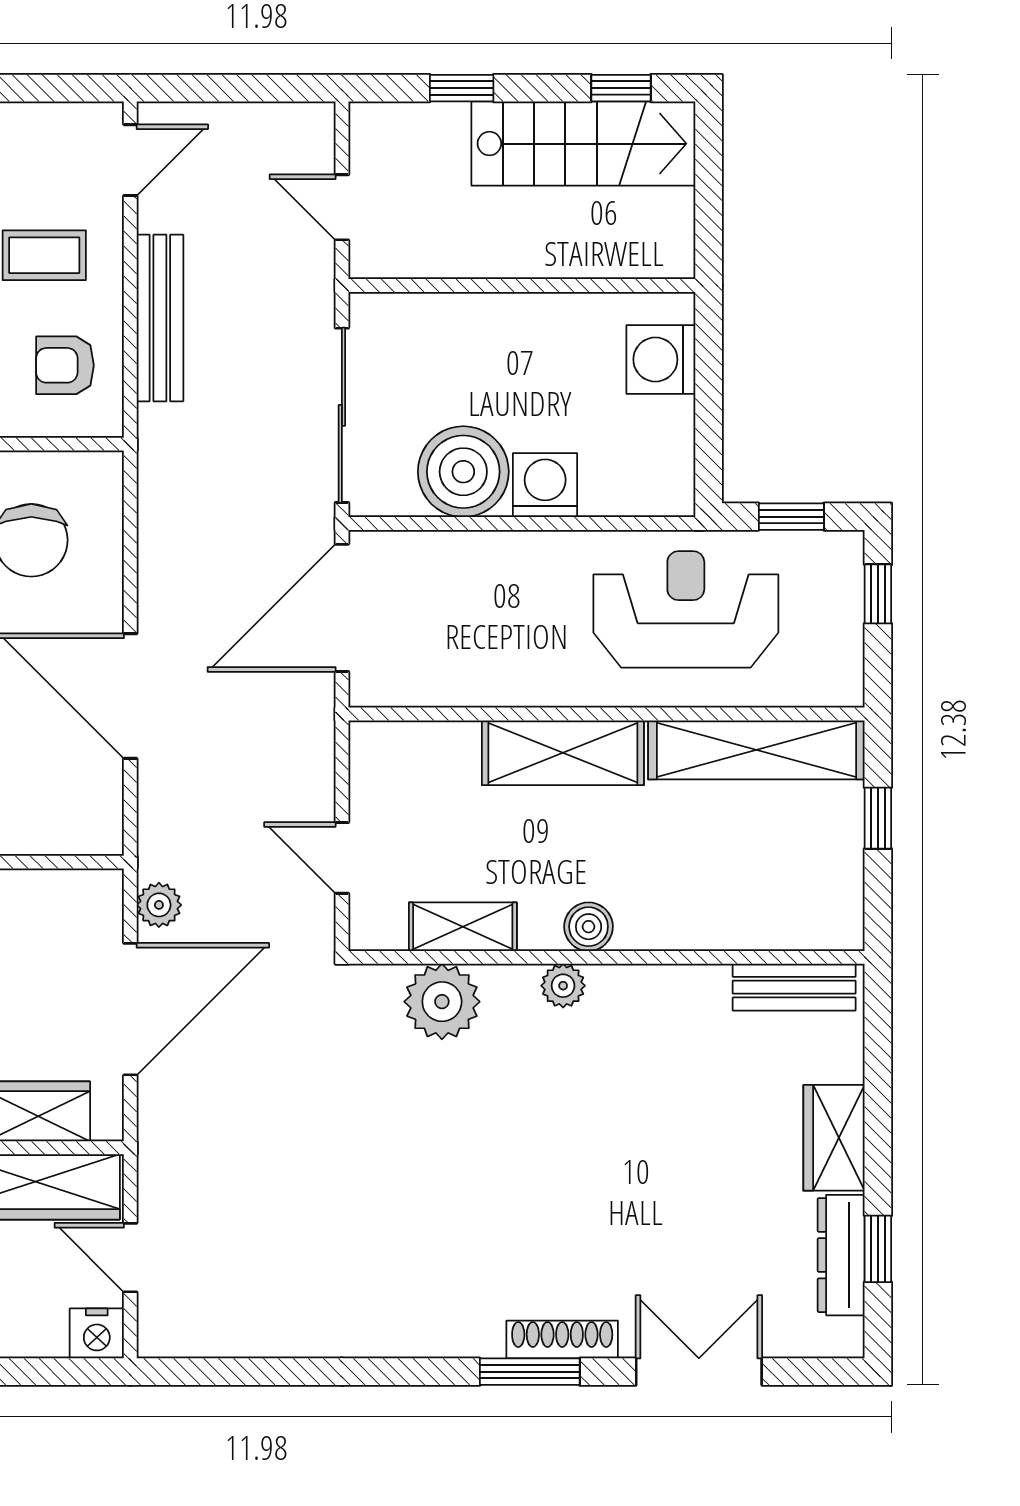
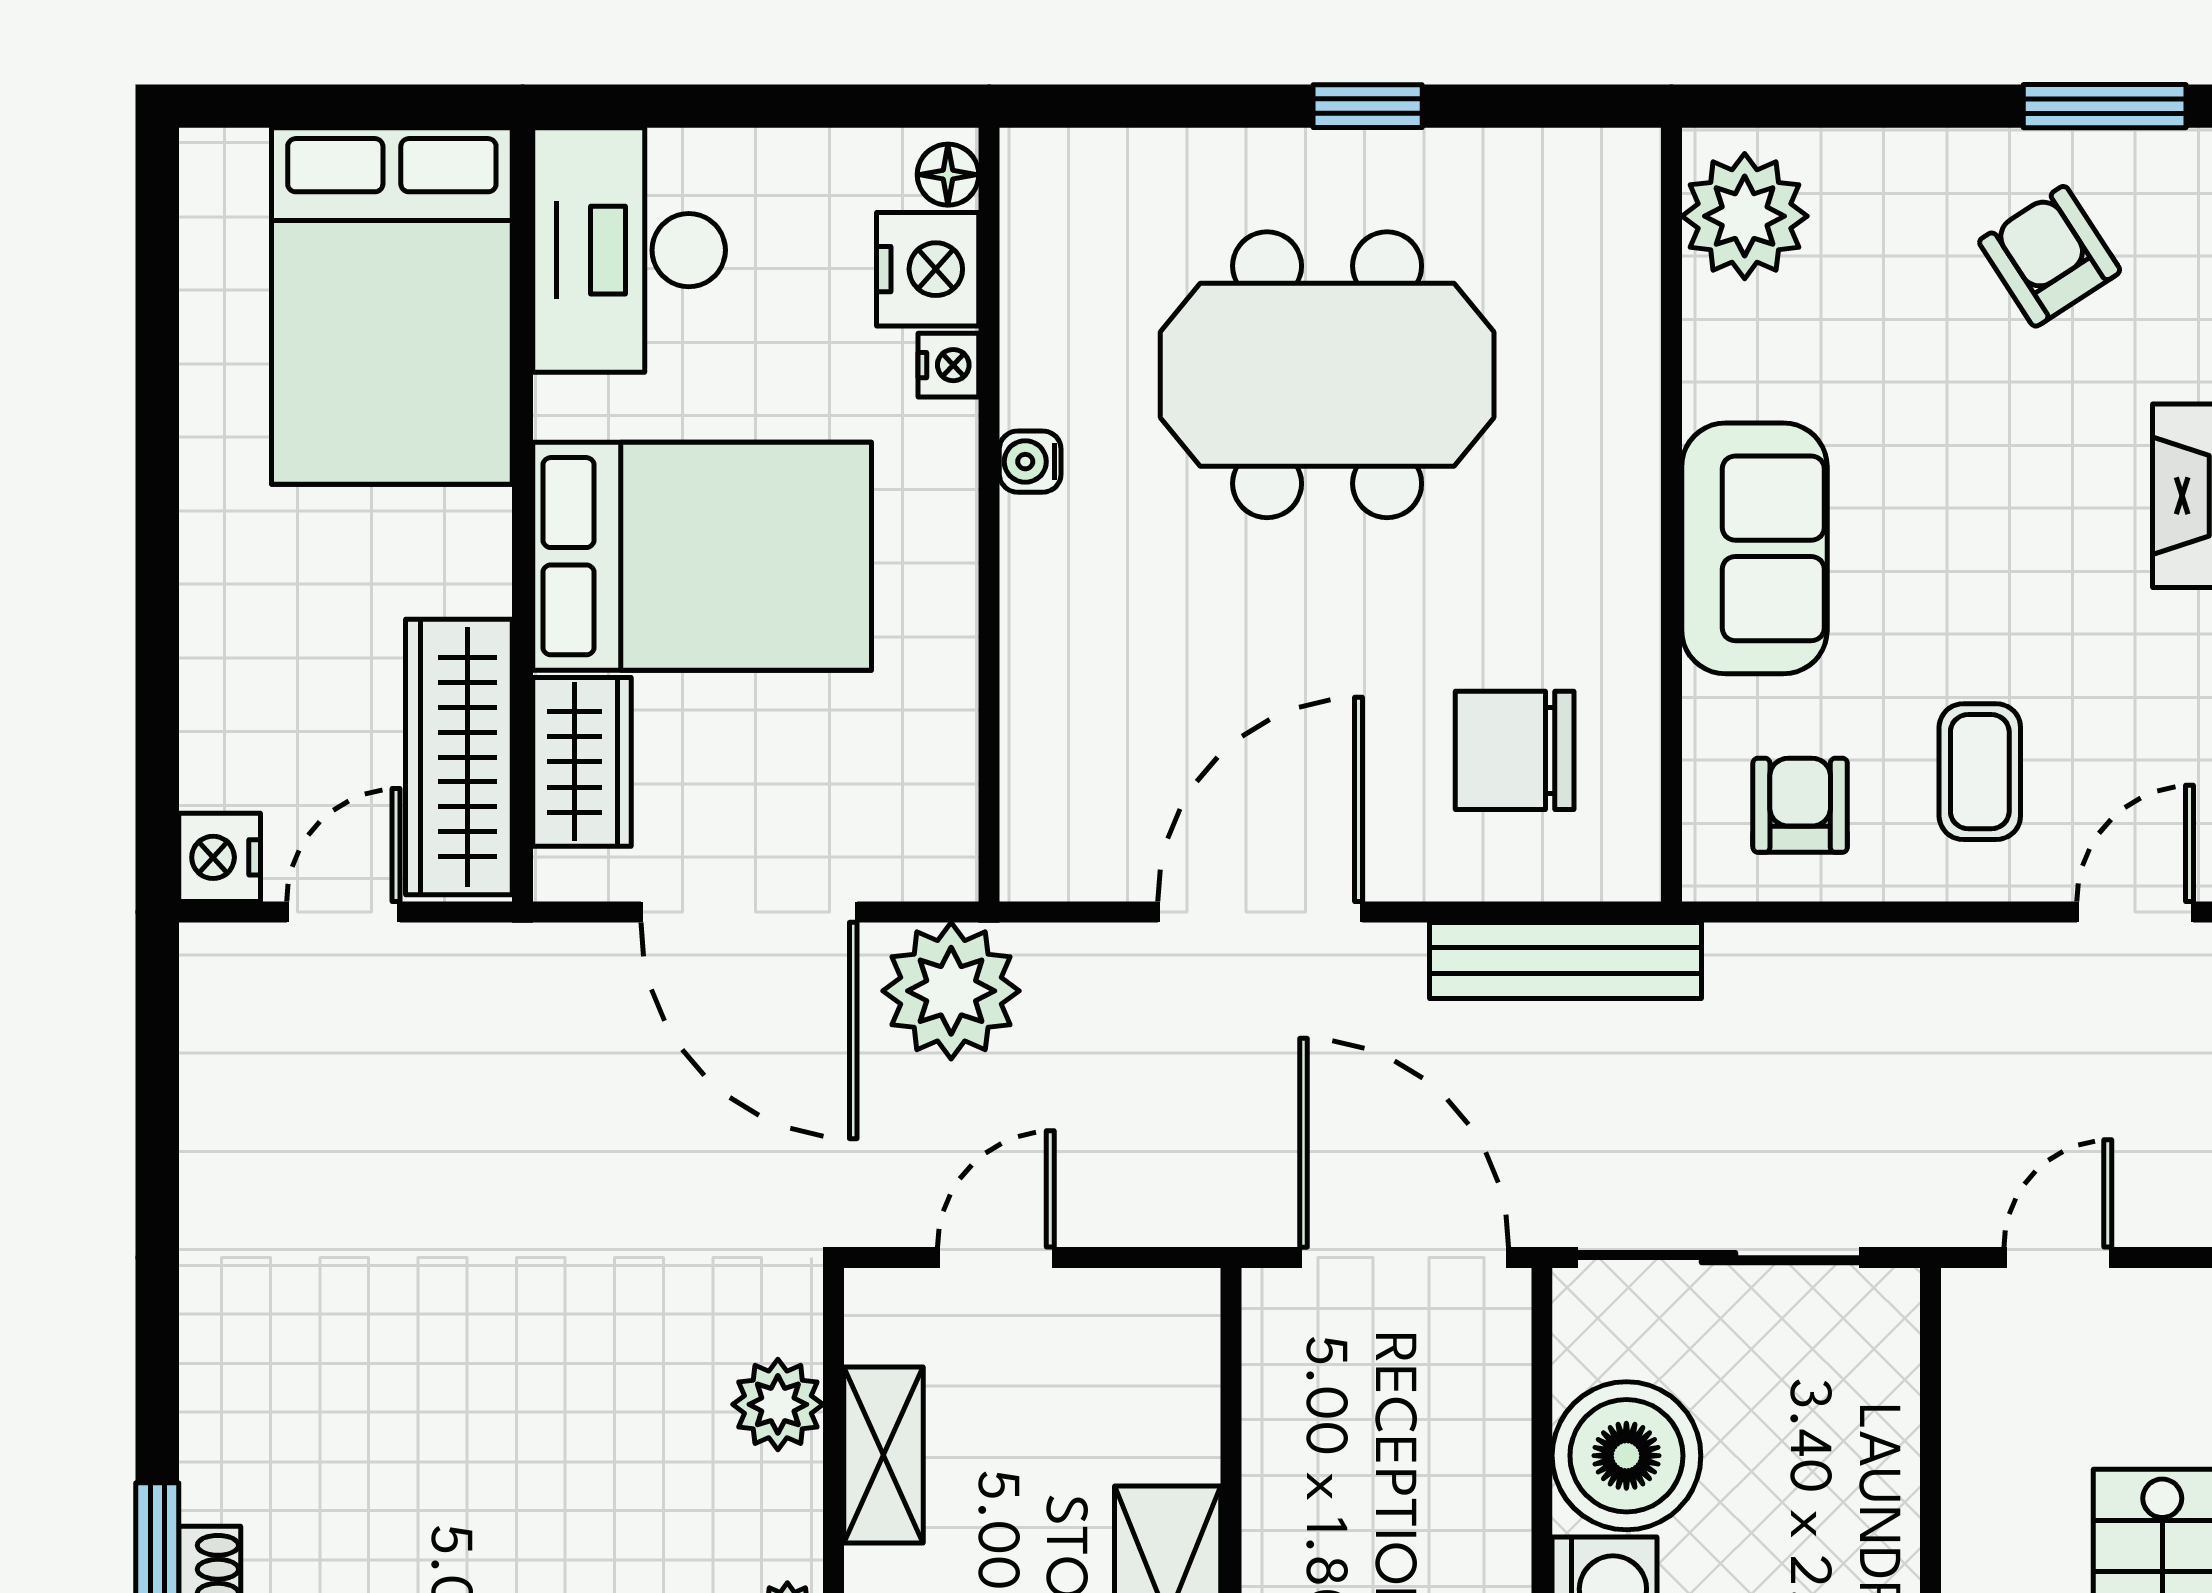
door: (130, 160) -> (2135, 912), swing flipped
bench: (160, 318) -> (1565, 960), moved
plant: (159, 905) -> (951, 991), width x1.88, depth x1.88
plant: (442, 1002) -> (778, 1404), width x0.73, depth x0.73

